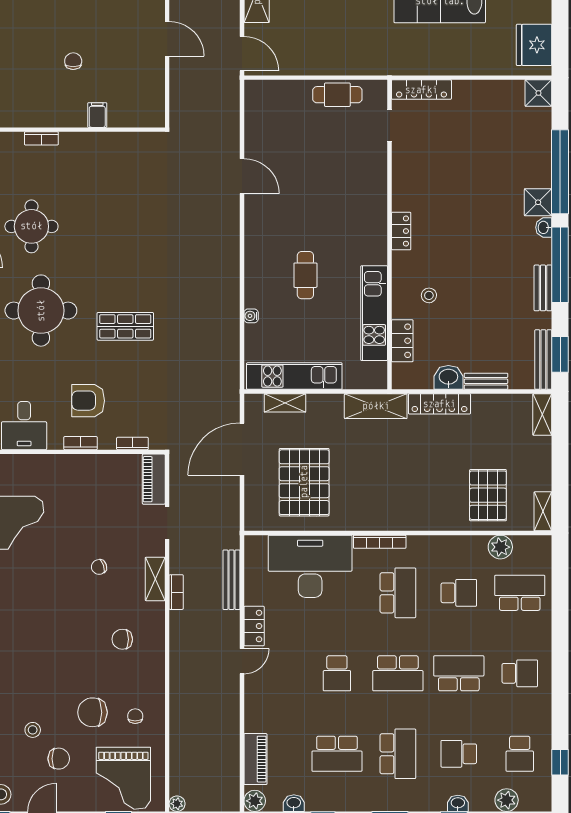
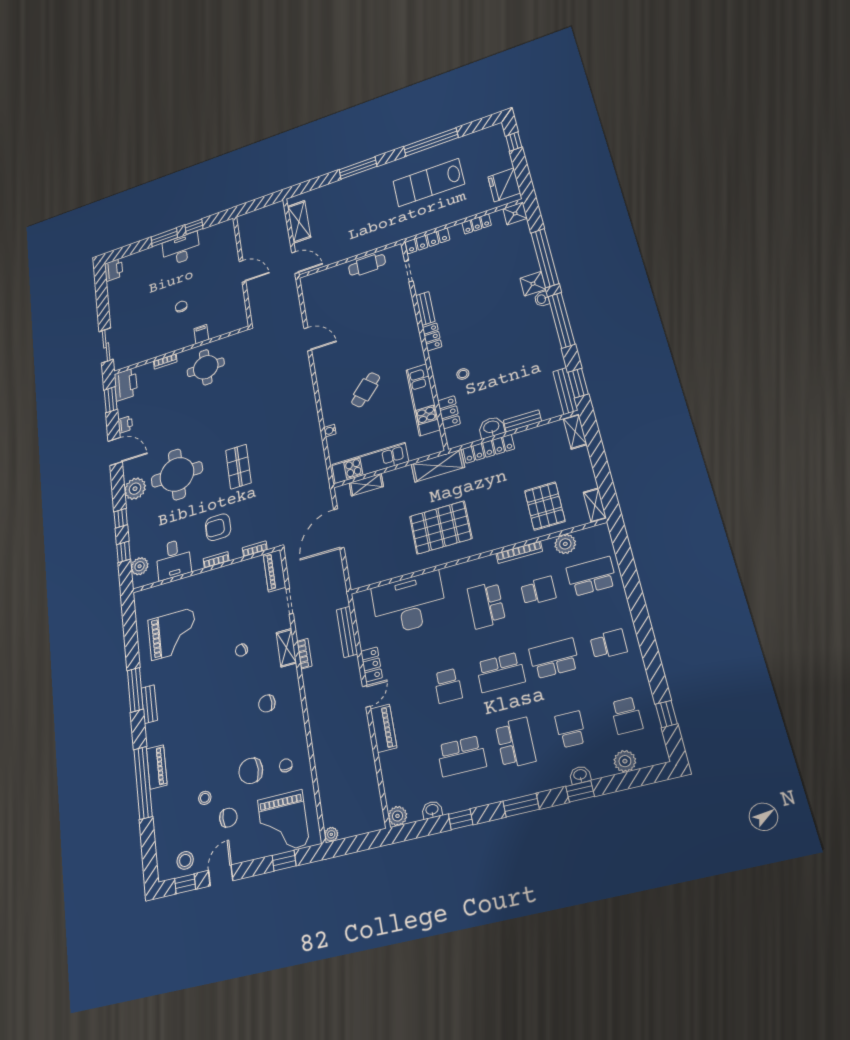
locker: (488, 89) -> (477, 224), added
round table: (31, 226) -> (206, 367), moved
cafe table: (305, 275) -> (366, 390), turned 43
bench: (543, 288) -> (425, 308), moved
shop shelf: (125, 326) -> (238, 467), turned 90
pallet: (304, 482) -> (441, 527), moved, turned 90
bookcase: (380, 542) -> (519, 552), moved
school desk: (398, 593) -> (486, 605), turned 180
school desk: (459, 754) -> (571, 729), turned 90
piano: (255, 759) -> (383, 728), moved

